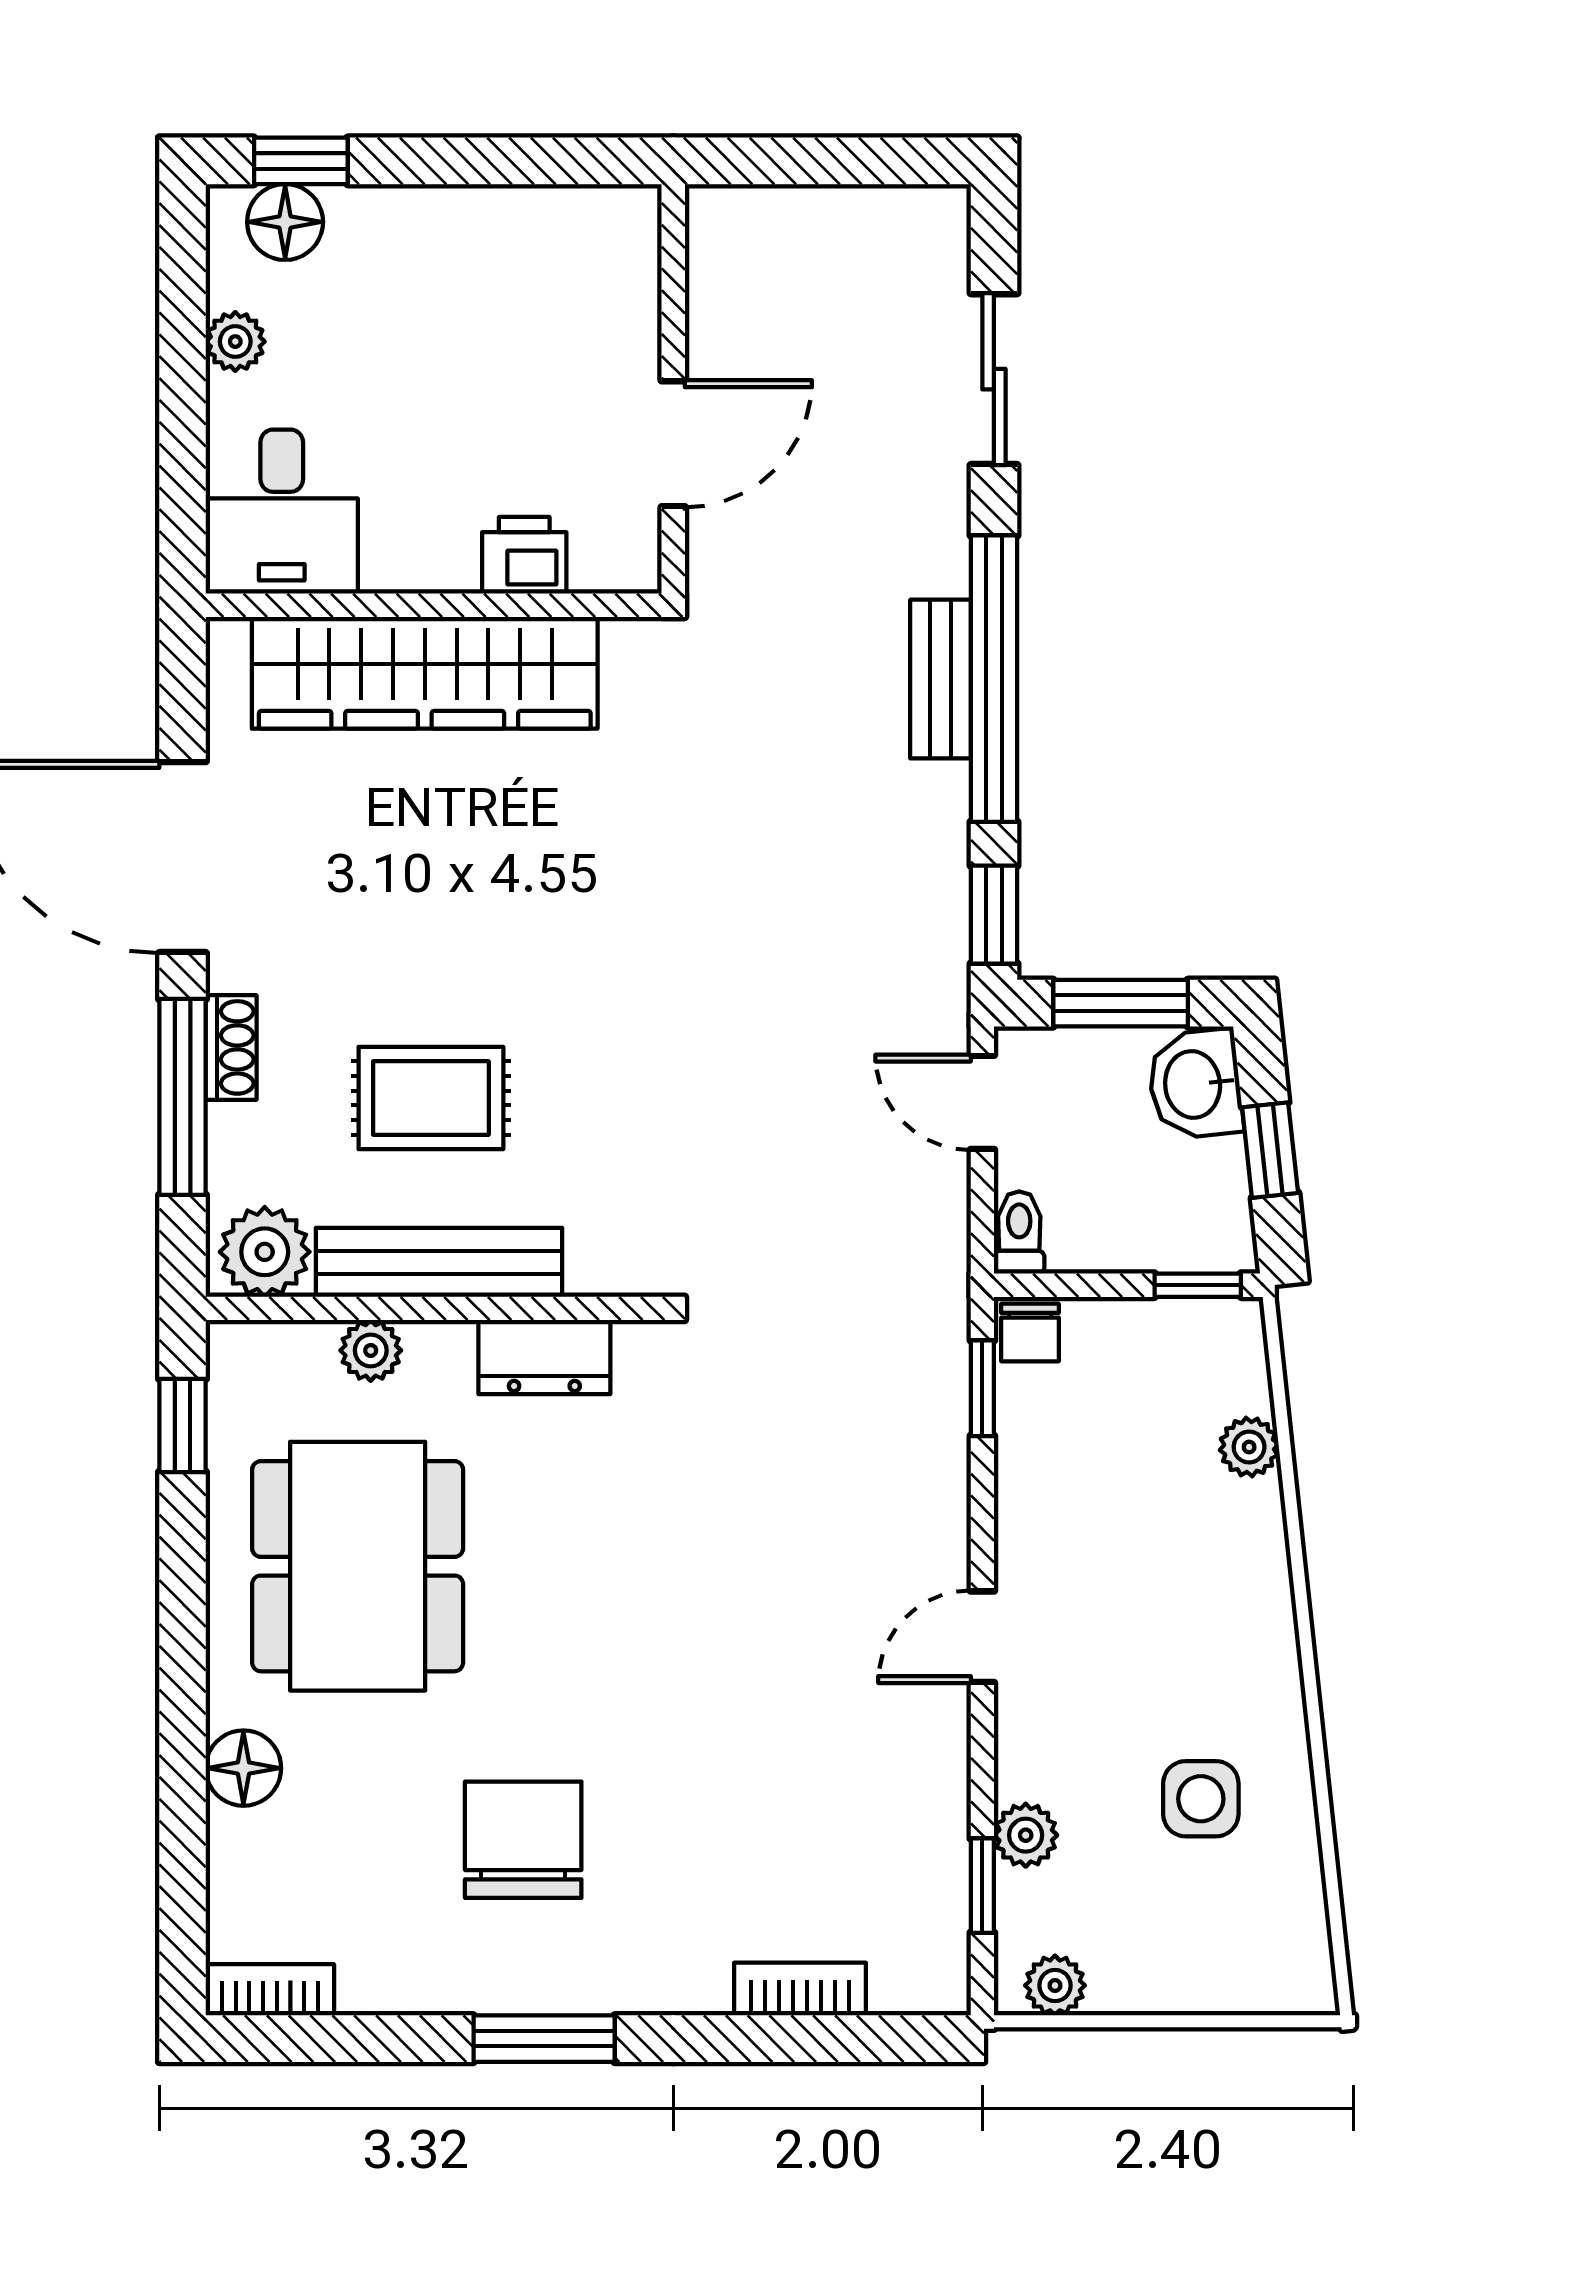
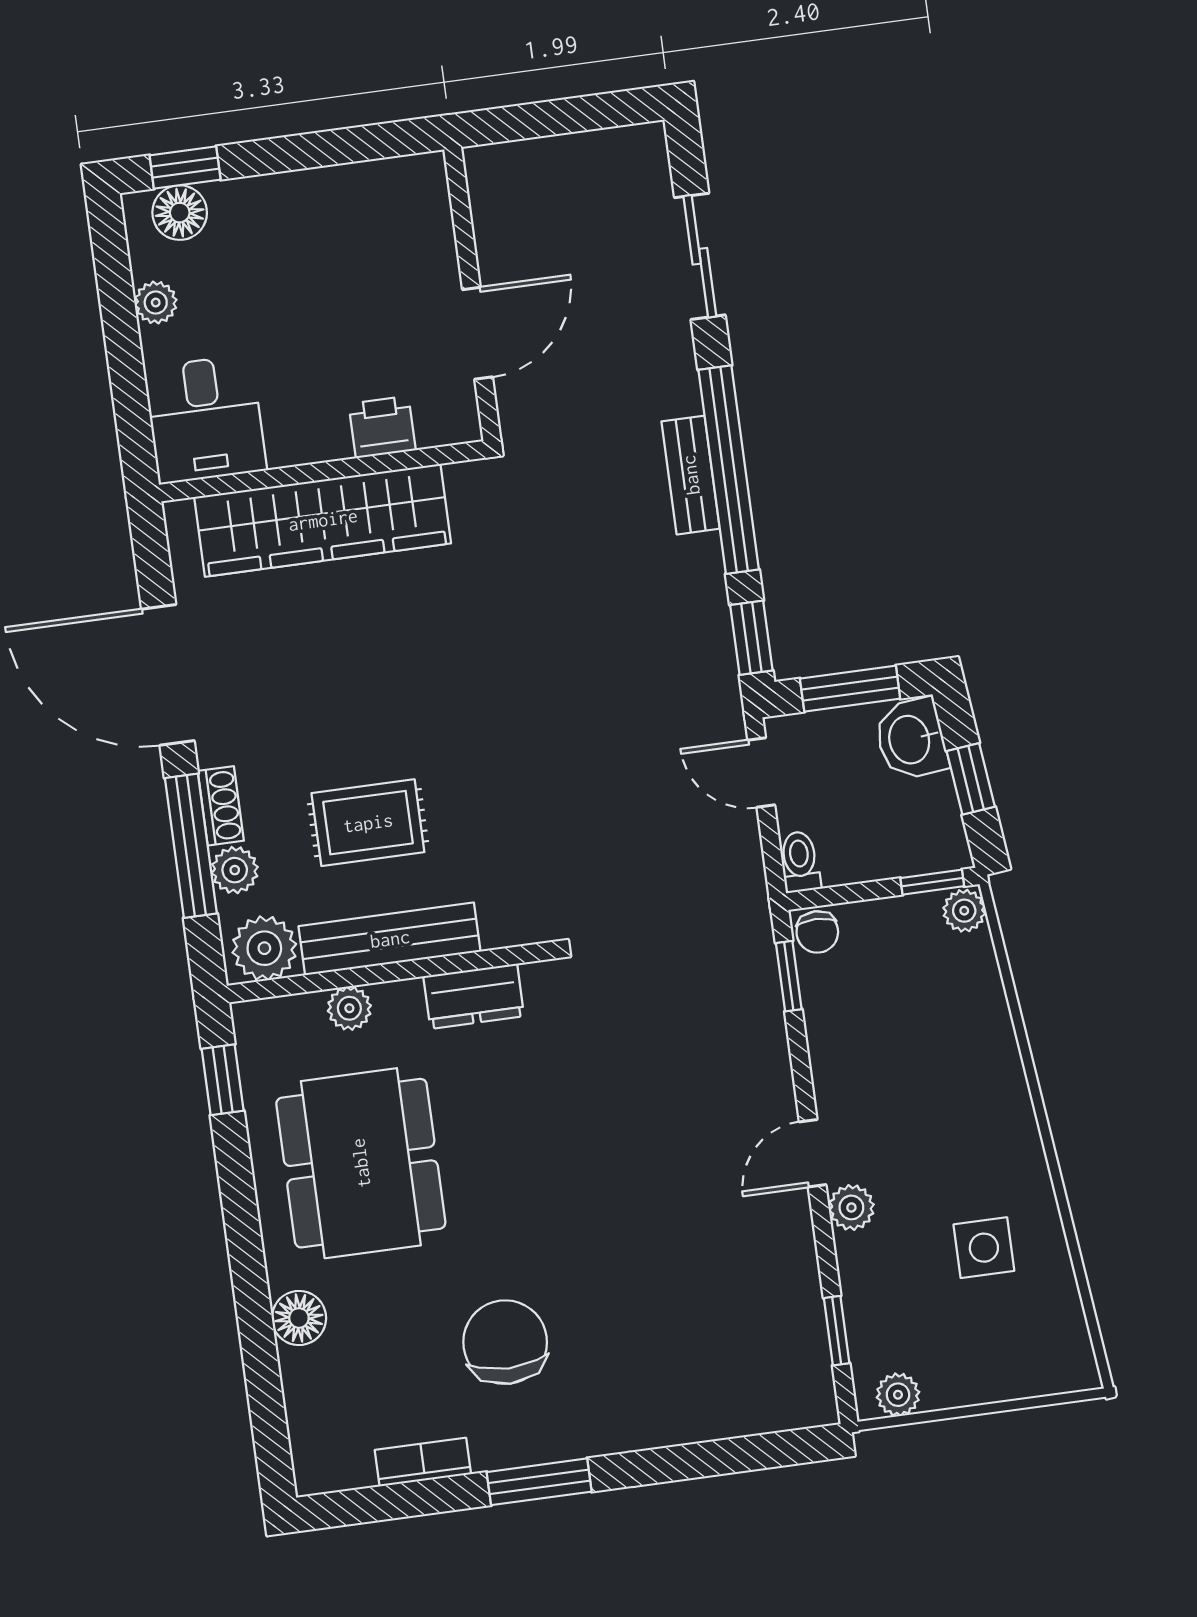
plant: (238, 1139) -> (235, 870), added
plant: (1249, 1447) -> (964, 911), moved
plant: (1026, 1835) -> (851, 1207), moved
bookcase: (800, 1989) -> (717, 1422), removed
bookcase: (270, 1990) -> (423, 1462), moved

